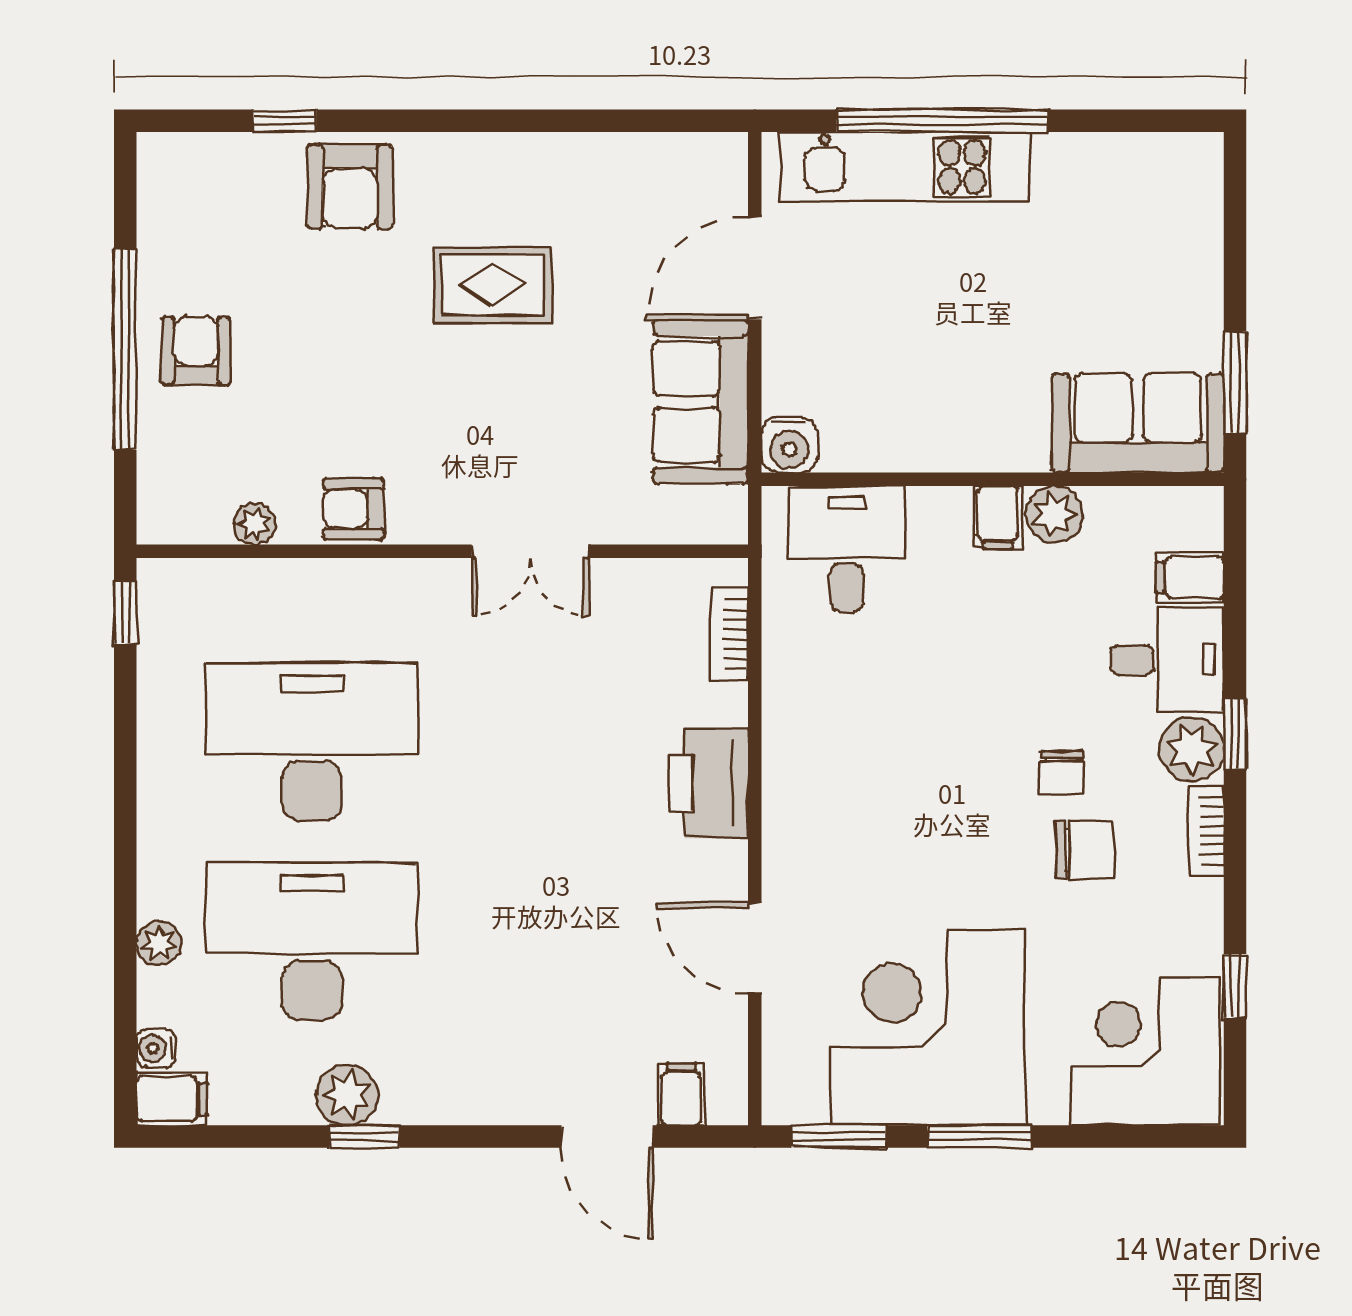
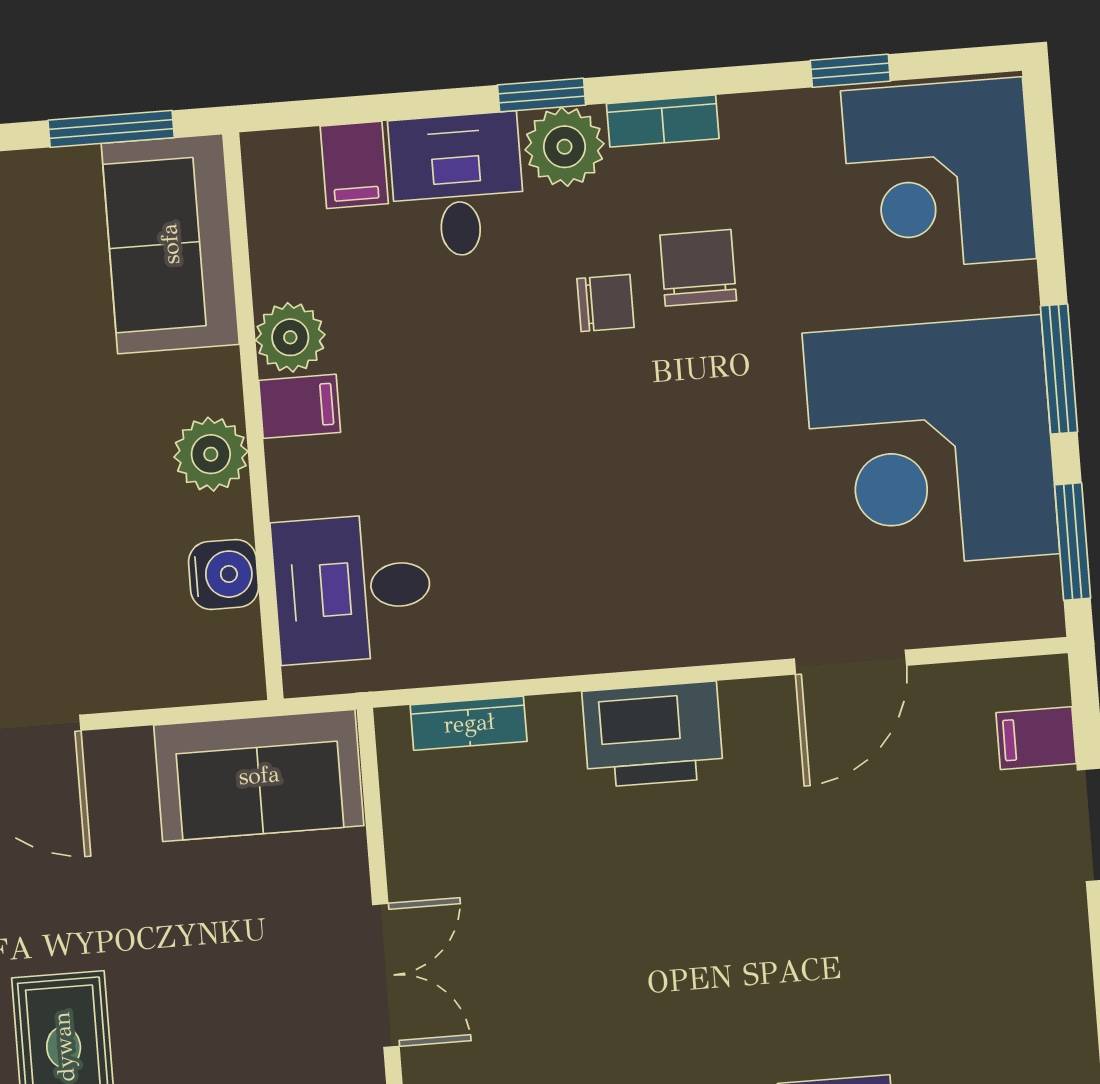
sofa: (701, 402) -> (259, 775), moved
plant: (965, 442) -> (211, 454), added
water cooler: (789, 445) -> (224, 574), moved

